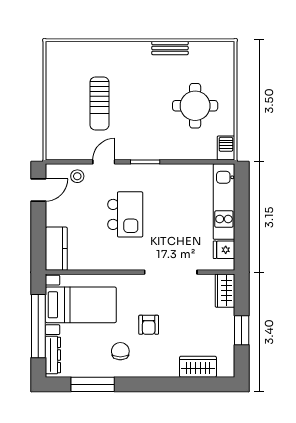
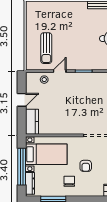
sun lounger: (99, 103) -> (46, 48), moved
door: (38, 190) -> (22, 100), moved
kitchen island: (125, 214) -> (72, 102), removed

